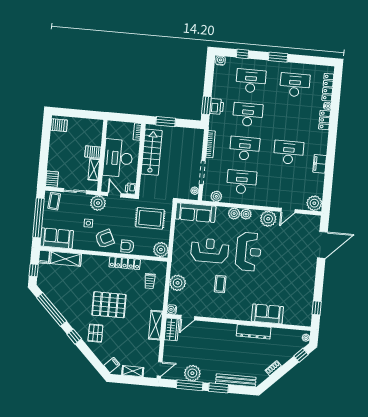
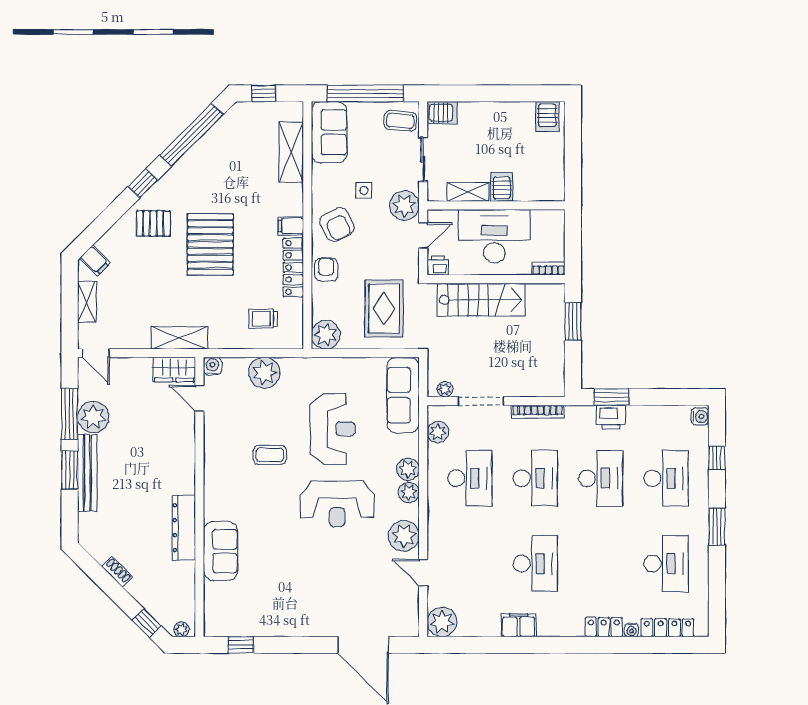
stairs: (152, 152) -> (481, 300), moved
filing cabinet: (44, 257) -> (291, 226), moved
bench: (236, 380) -> (87, 473), moved

